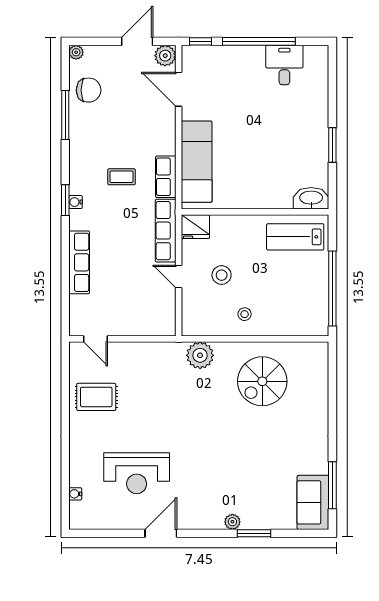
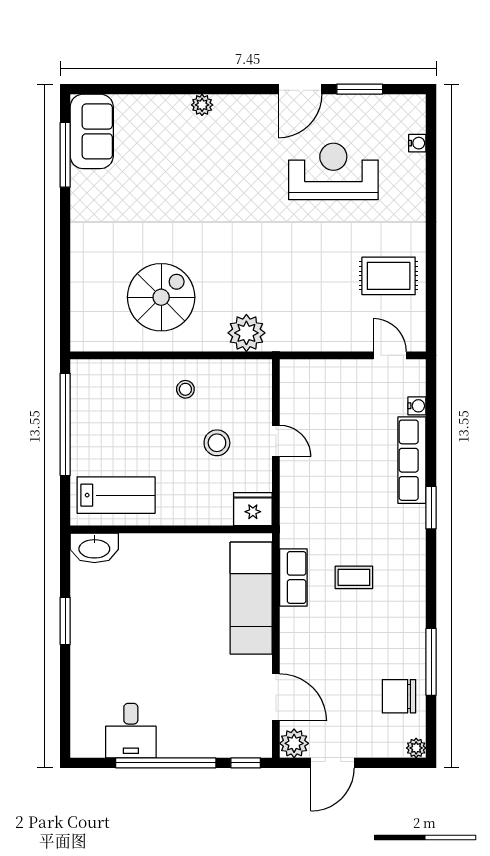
window: (65, 200) -> (431, 508), moved
water cooler: (76, 202) -> (417, 406), moved
row of seats: (166, 231) -> (294, 504), removed
window: (254, 533) -> (360, 89), moved

